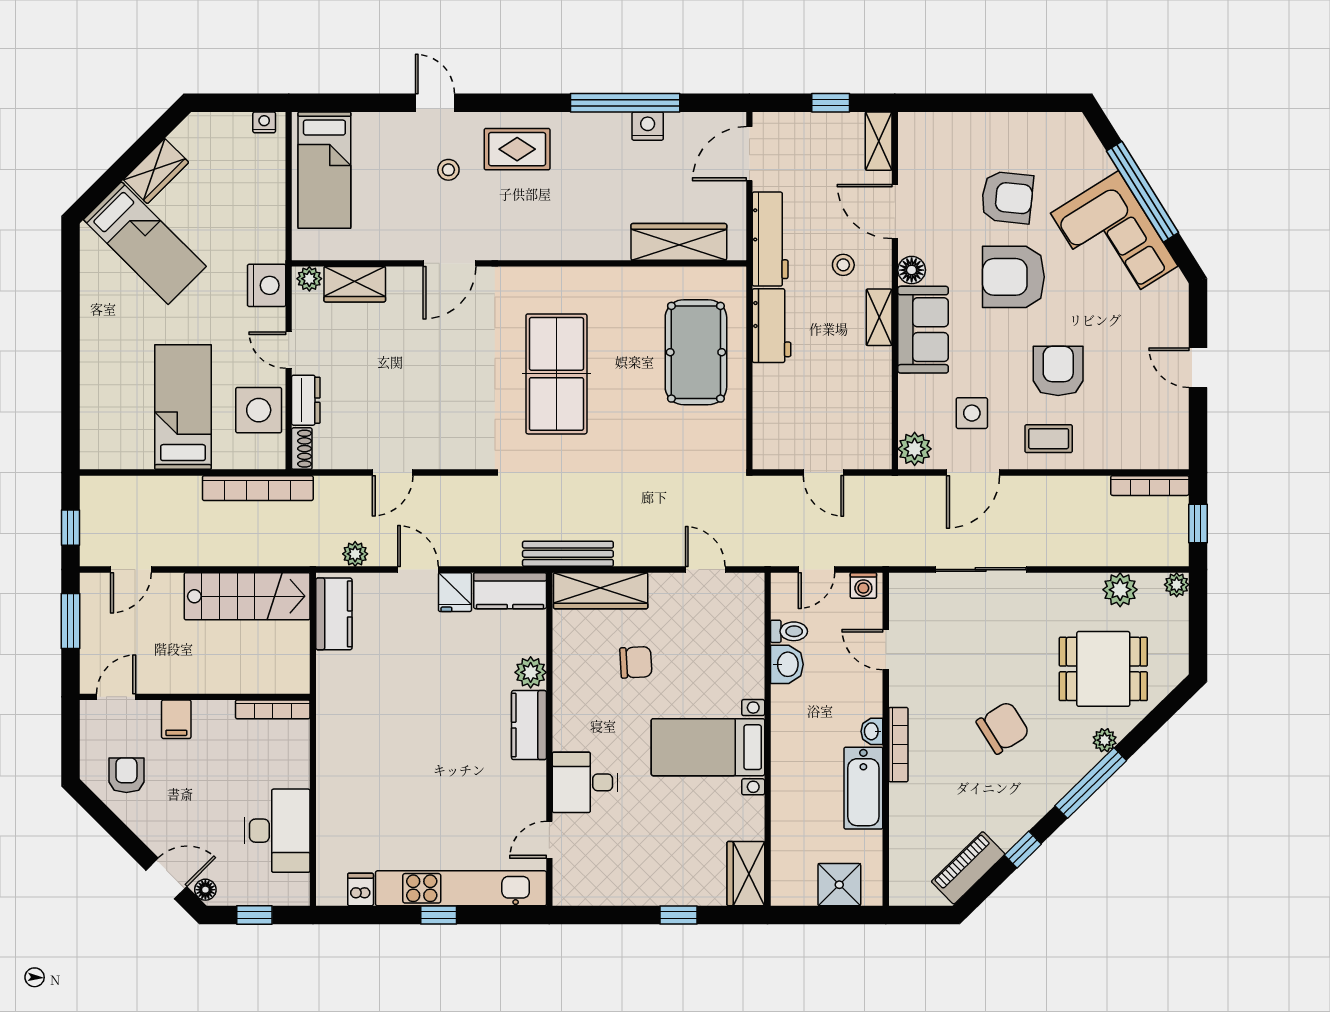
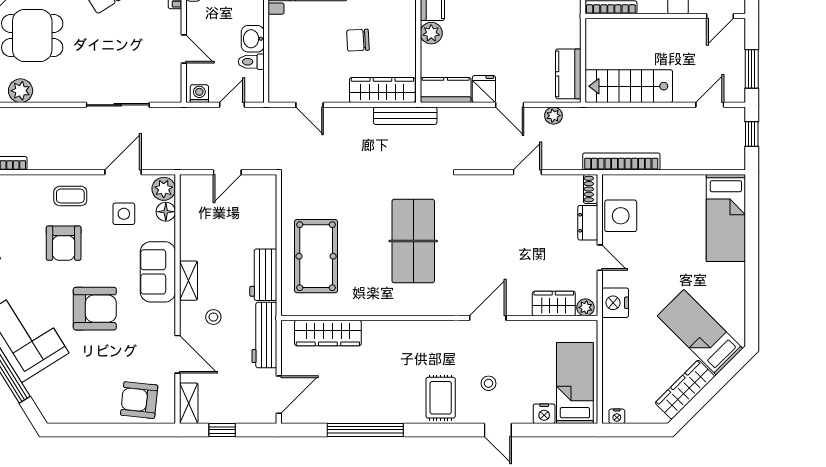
nightstand: (648, 126) -> (544, 414), moved
rug: (517, 149) -> (441, 398), turned 90
wardrobe: (156, 171) -> (685, 390), width x1.50
armchair: (1007, 197) -> (139, 400), moved
floor lamp: (912, 270) -> (166, 212), moved
bed: (183, 407) -> (726, 218), moved
door: (823, 473) -> (227, 172), swing flipped

